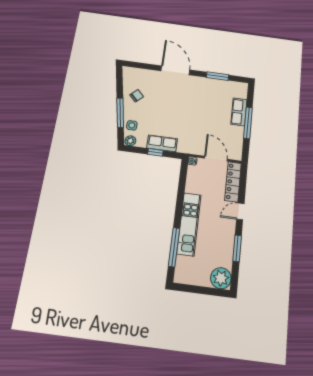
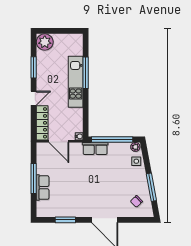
chair: (137, 96) -> (136, 201), moved
window: (120, 113) -> (151, 187), moved
row of seats: (162, 143) -> (95, 148), moved
window: (155, 152) -> (112, 140), width x3.17
window: (174, 247) -> (86, 73), moved

